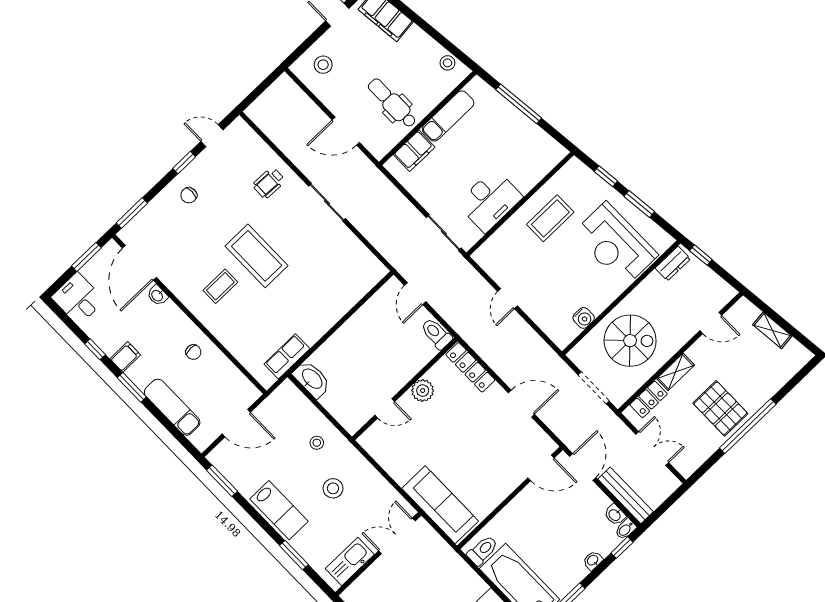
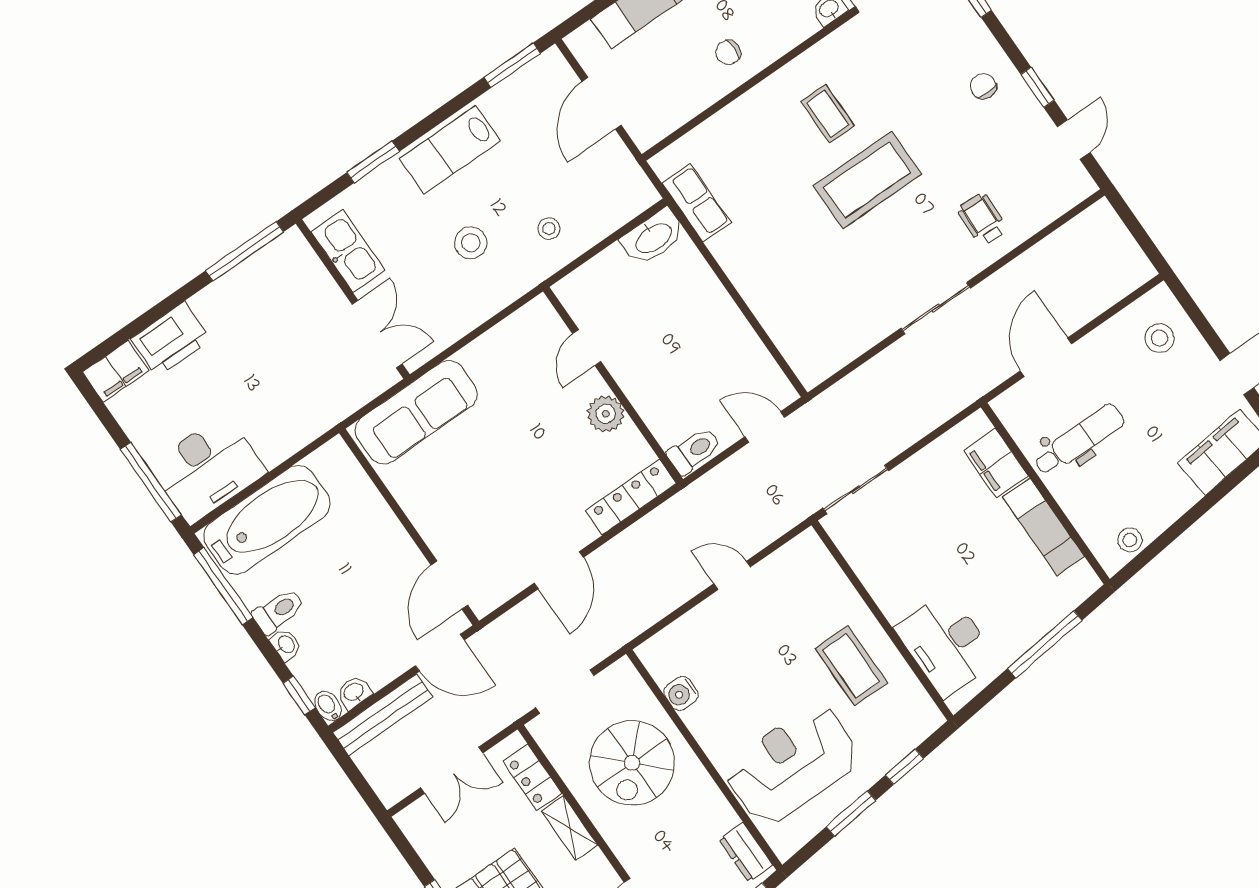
desk: (490, 200) -> (946, 644), moved
toilet: (483, 550) -> (278, 611), moved, turned -90

